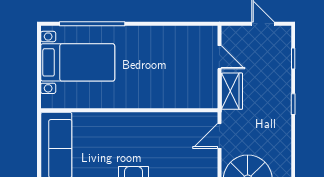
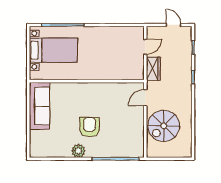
door: (219, 57) -> (145, 47), hinge flipped

